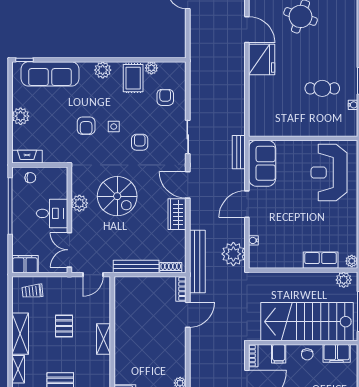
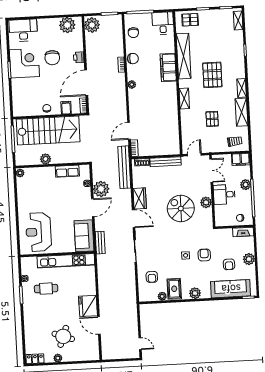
kitchen unit: (291, 128) -> (66, 261), added
armchair: (140, 142) -> (229, 264), moved
reception desk: (329, 172) -> (39, 232), turned 180
plant: (20, 226) -> (246, 185), added
plant: (233, 254) -> (101, 189), moved
row of seats: (321, 260) -> (67, 171), moved
plant: (344, 280) -> (46, 159), moved
shelving: (104, 339) -> (184, 98), moved
filing cabinet: (337, 353) -> (27, 110), removed

